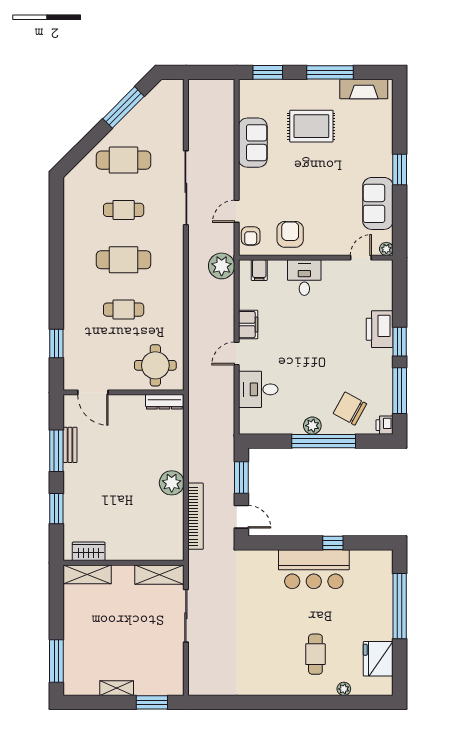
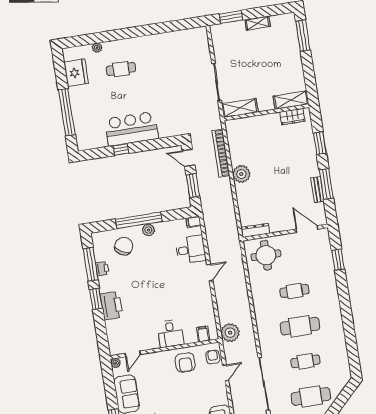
filing cabinet: (248, 325) -> (194, 222), moved, width x0.50
chair: (350, 409) -> (124, 246), turned -89
printer: (385, 425) -> (102, 269), moved
cafe table: (315, 654) -> (121, 69), turned 90

